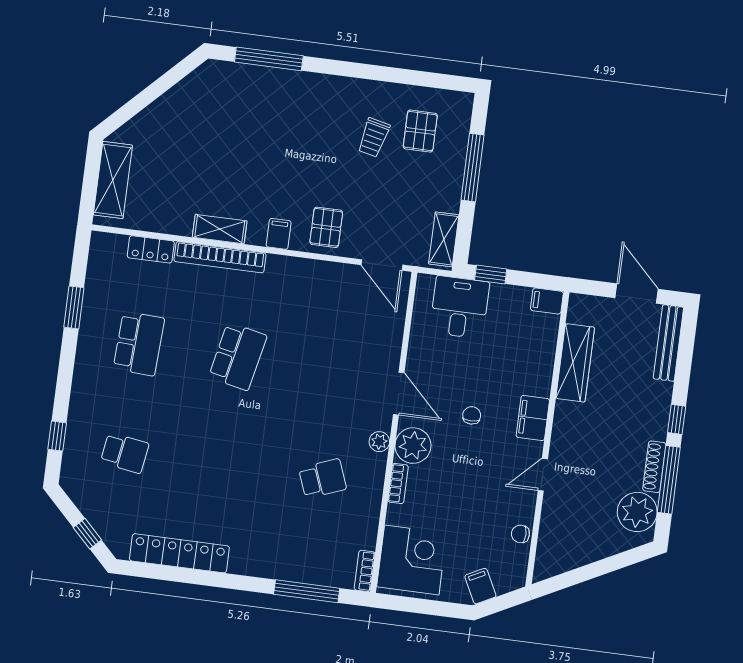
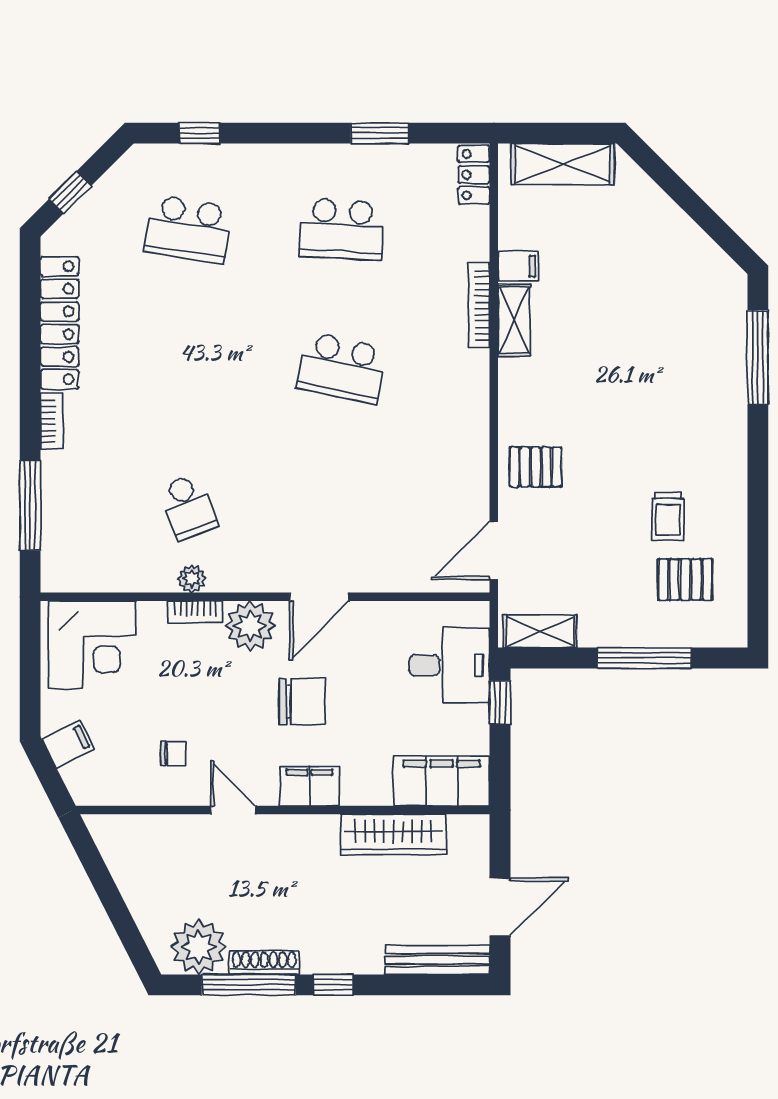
trolley: (374, 138) -> (668, 516), turned -103
filing cabinet: (279, 234) -> (518, 266), moved
locker: (151, 249) -> (474, 175), moved
bookcase: (220, 257) -> (479, 305), width x0.68, depth x0.76
filing cabinet: (547, 301) -> (442, 781), width x3.00, depth x1.17
chair: (472, 415) -> (302, 701), width x1.87, depth x1.87
plant: (379, 442) -> (192, 579), moved
school desk: (125, 453) -> (188, 229), width x1.85
chair: (520, 534) -> (173, 754), moved, turned 90
bookcase: (365, 571) -> (52, 421), moved, turned 90

